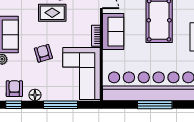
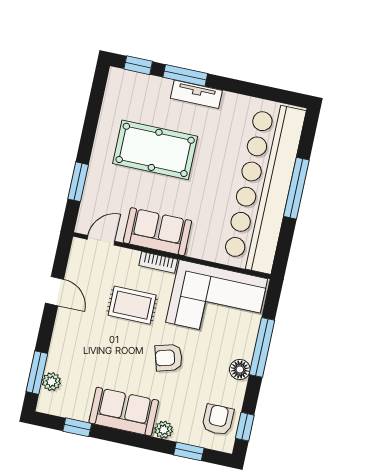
rug: (52, 13) -> (132, 305), moved, turned 90
armchair: (14, 89) -> (218, 420), turned 90
floor lamp: (35, 95) -> (240, 370), moved

